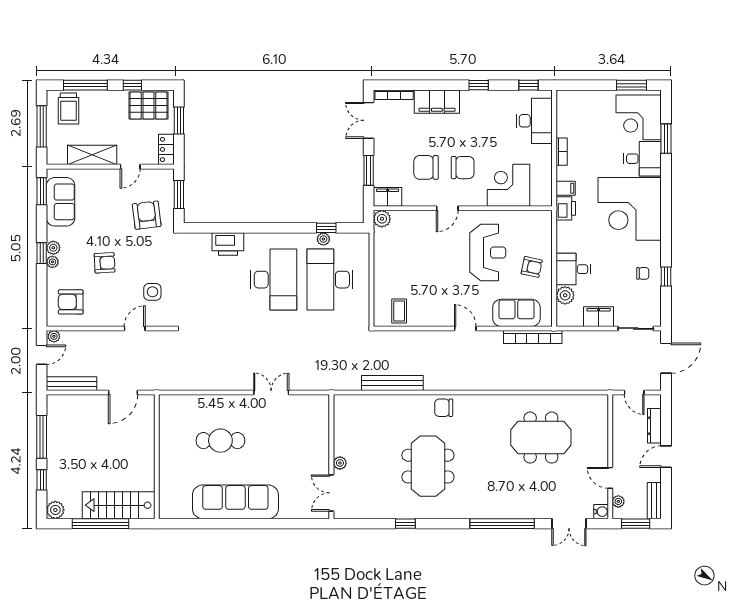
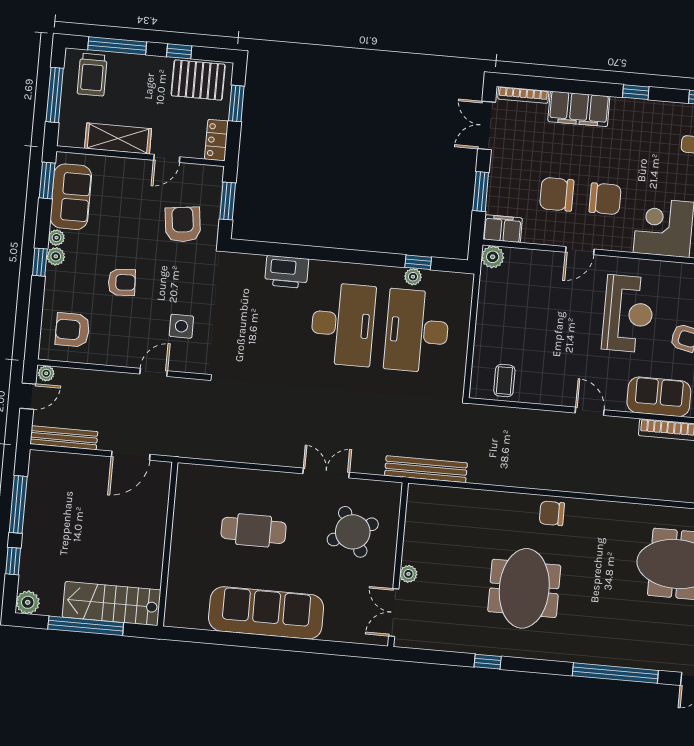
plant: (52, 262) -> (56, 238), moved
bench: (392, 383) -> (426, 469), moved
round table: (295, 435) -> (353, 532), added

